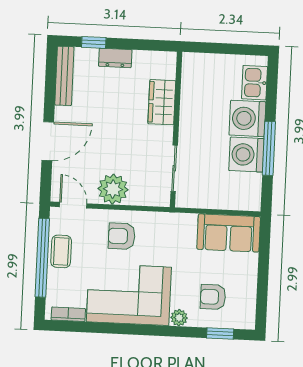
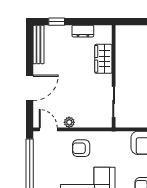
dresser: (115, 58) -> (83, 31), moved
plant: (113, 189) -> (69, 122), width x0.53, depth x0.53
coffee table: (61, 251) -> (42, 160), removed

